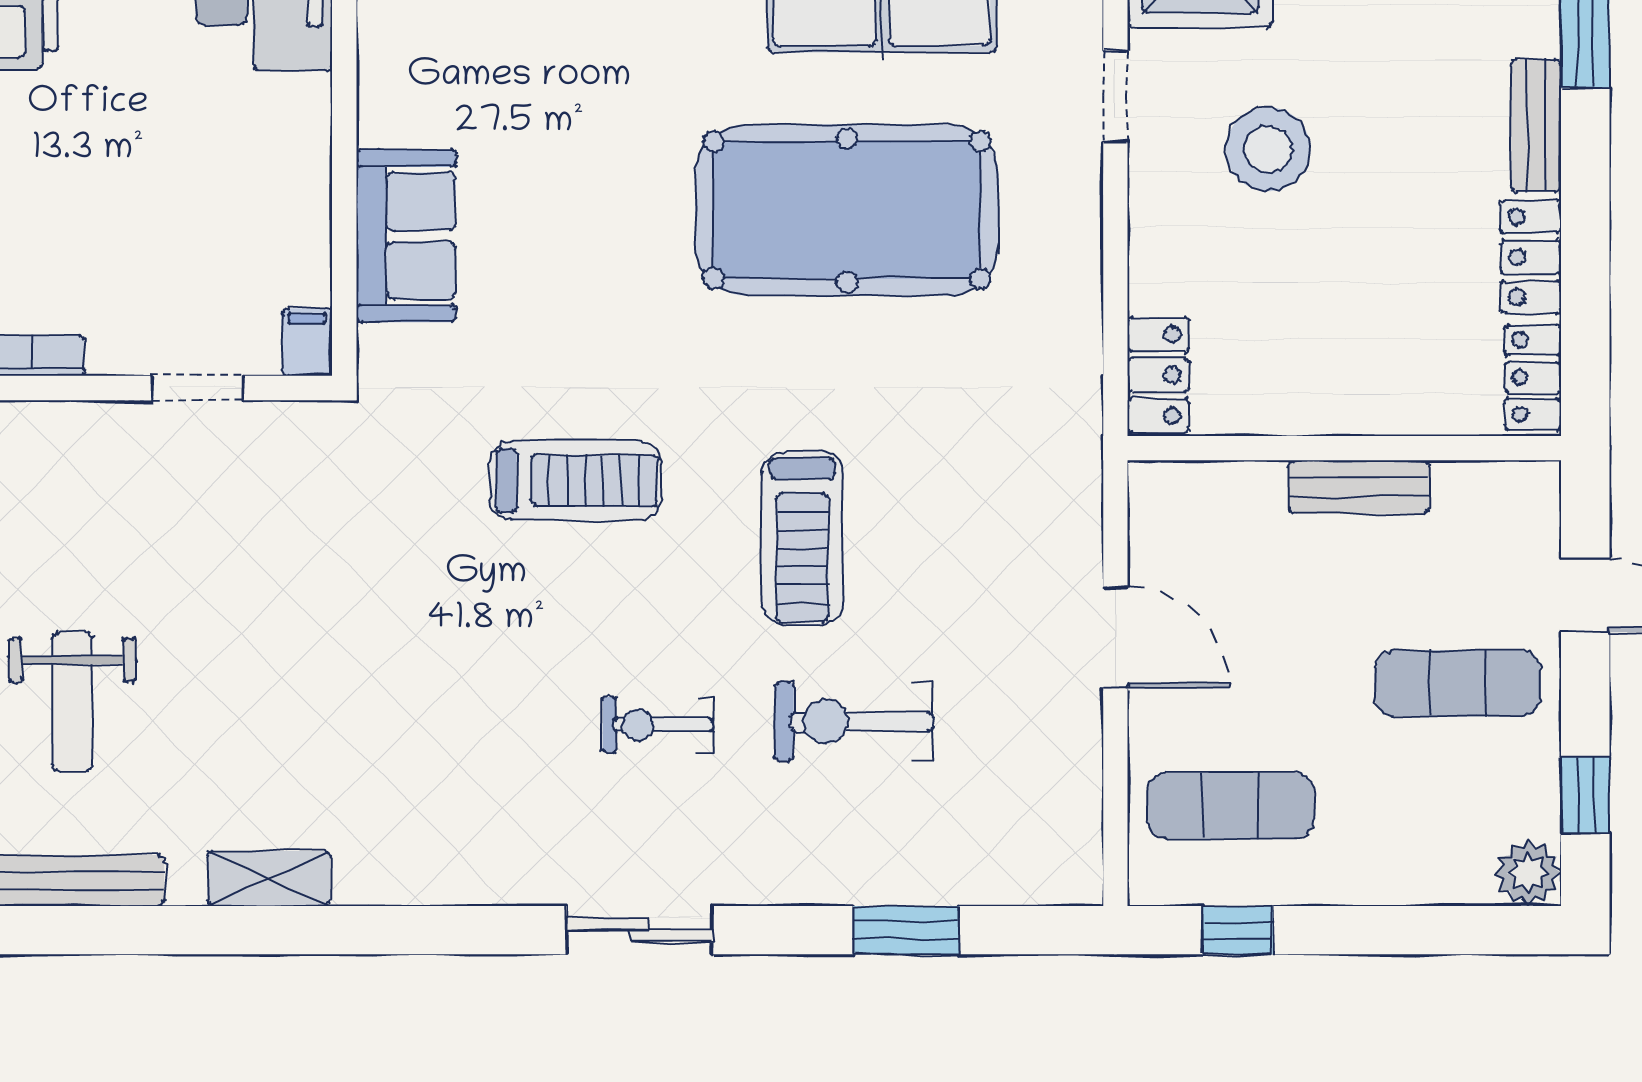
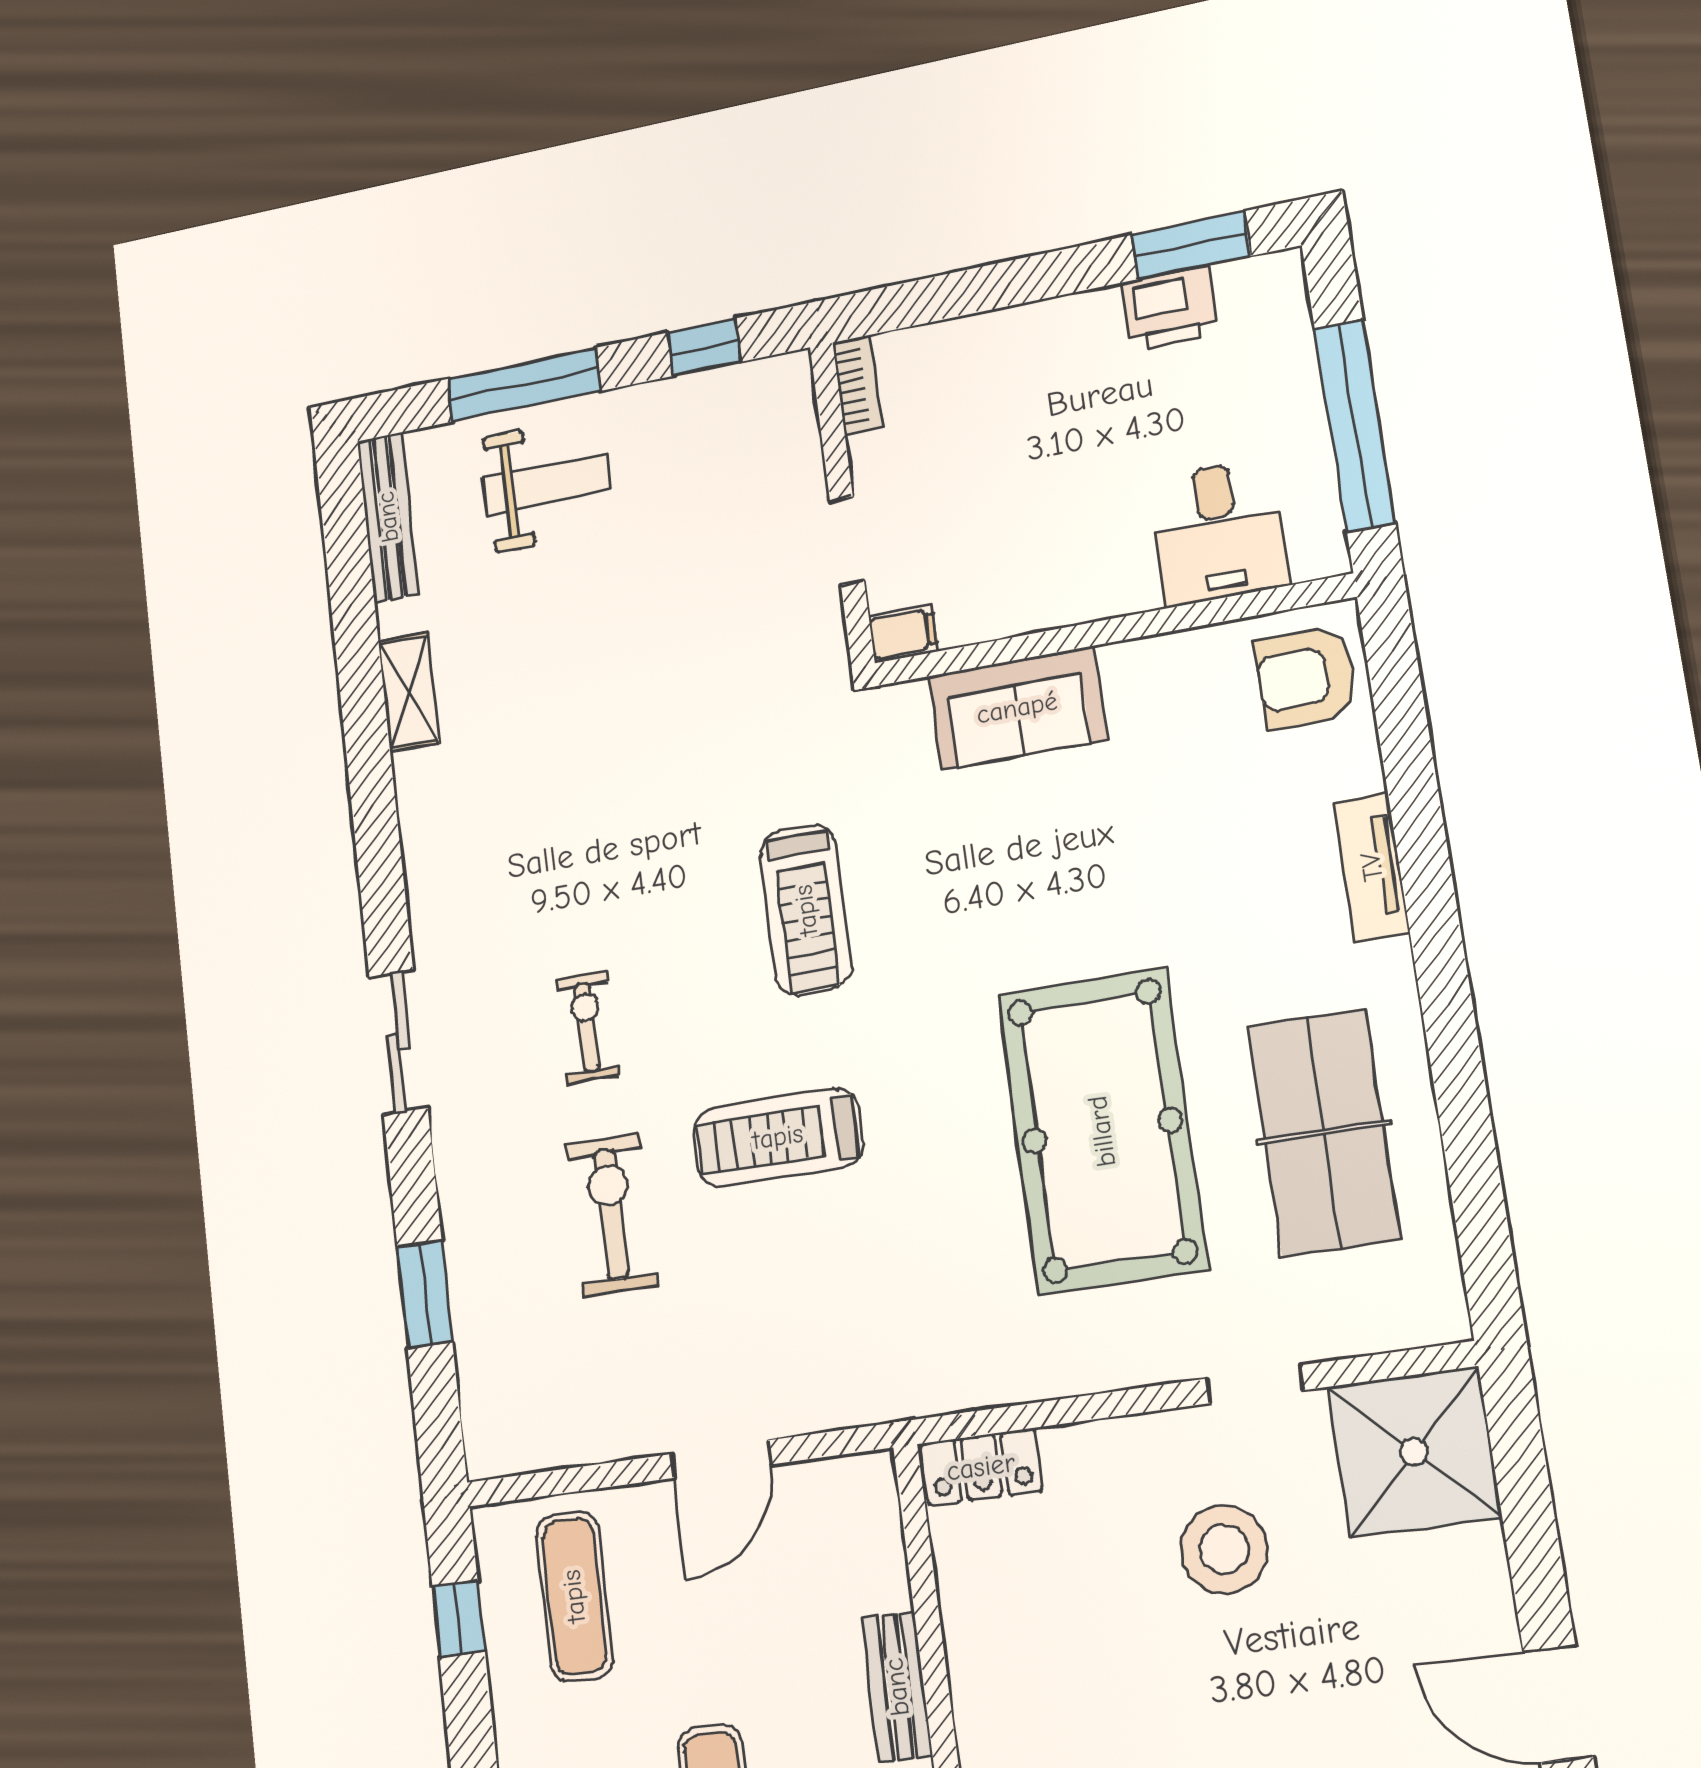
weight bench: (72, 702) -> (546, 484), turned 180

